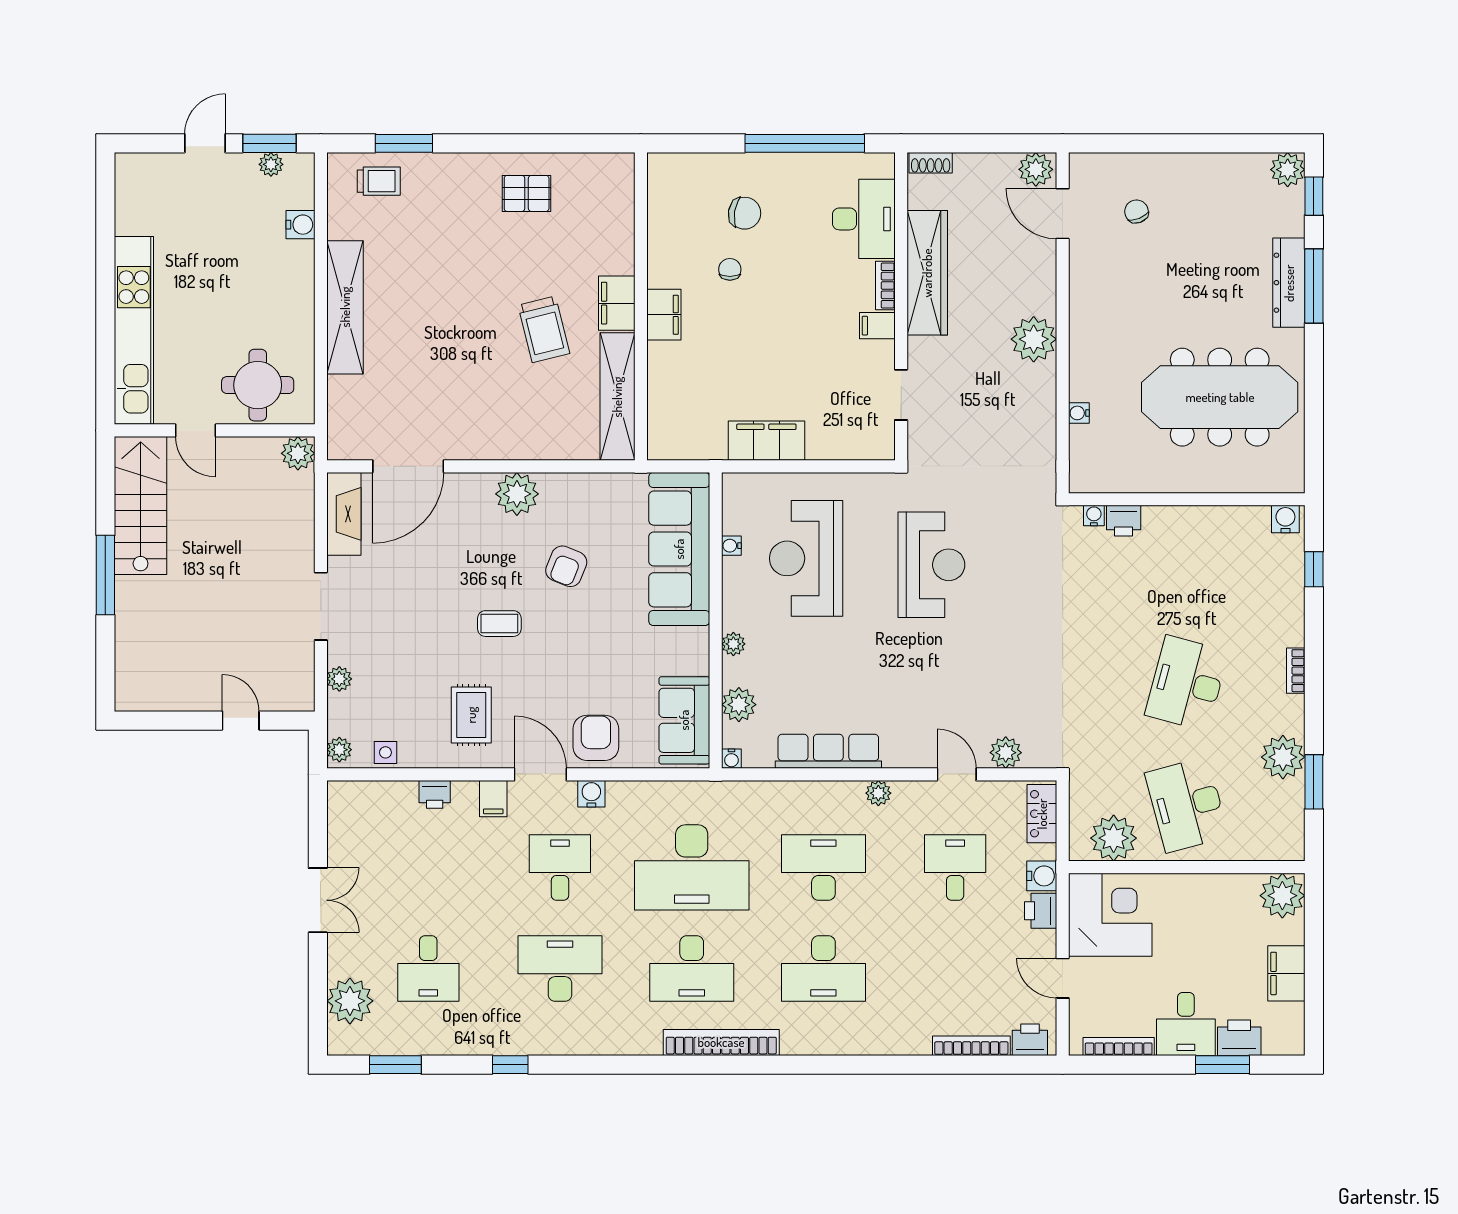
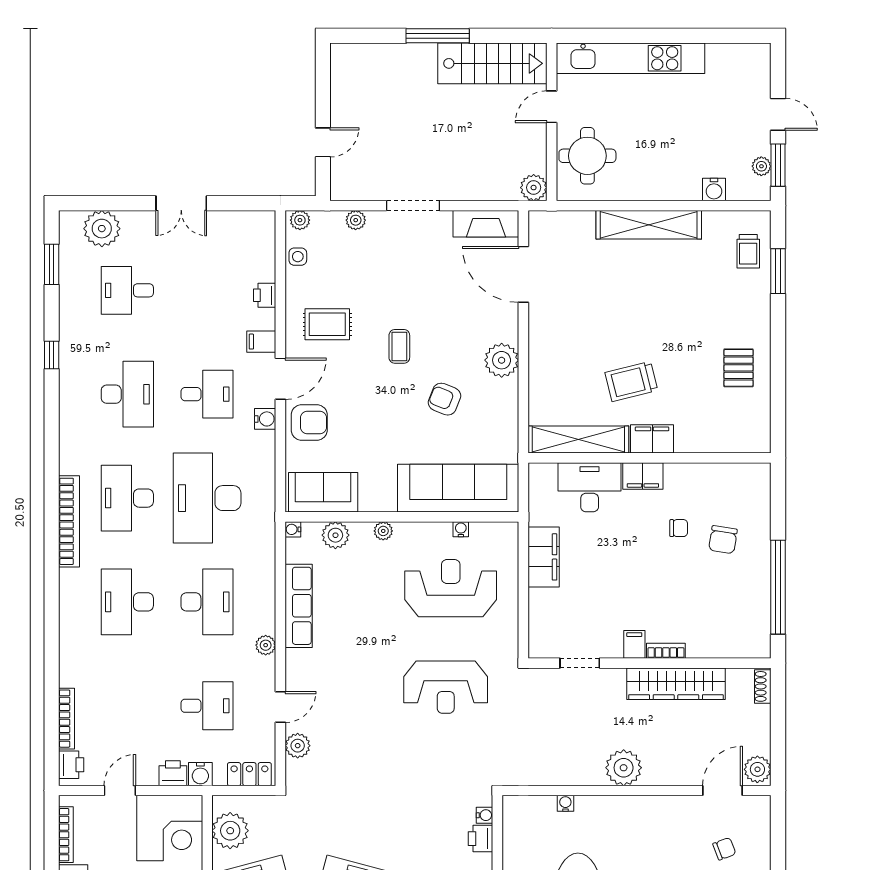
desk: (864, 219) -> (590, 487), moved, turned 180

